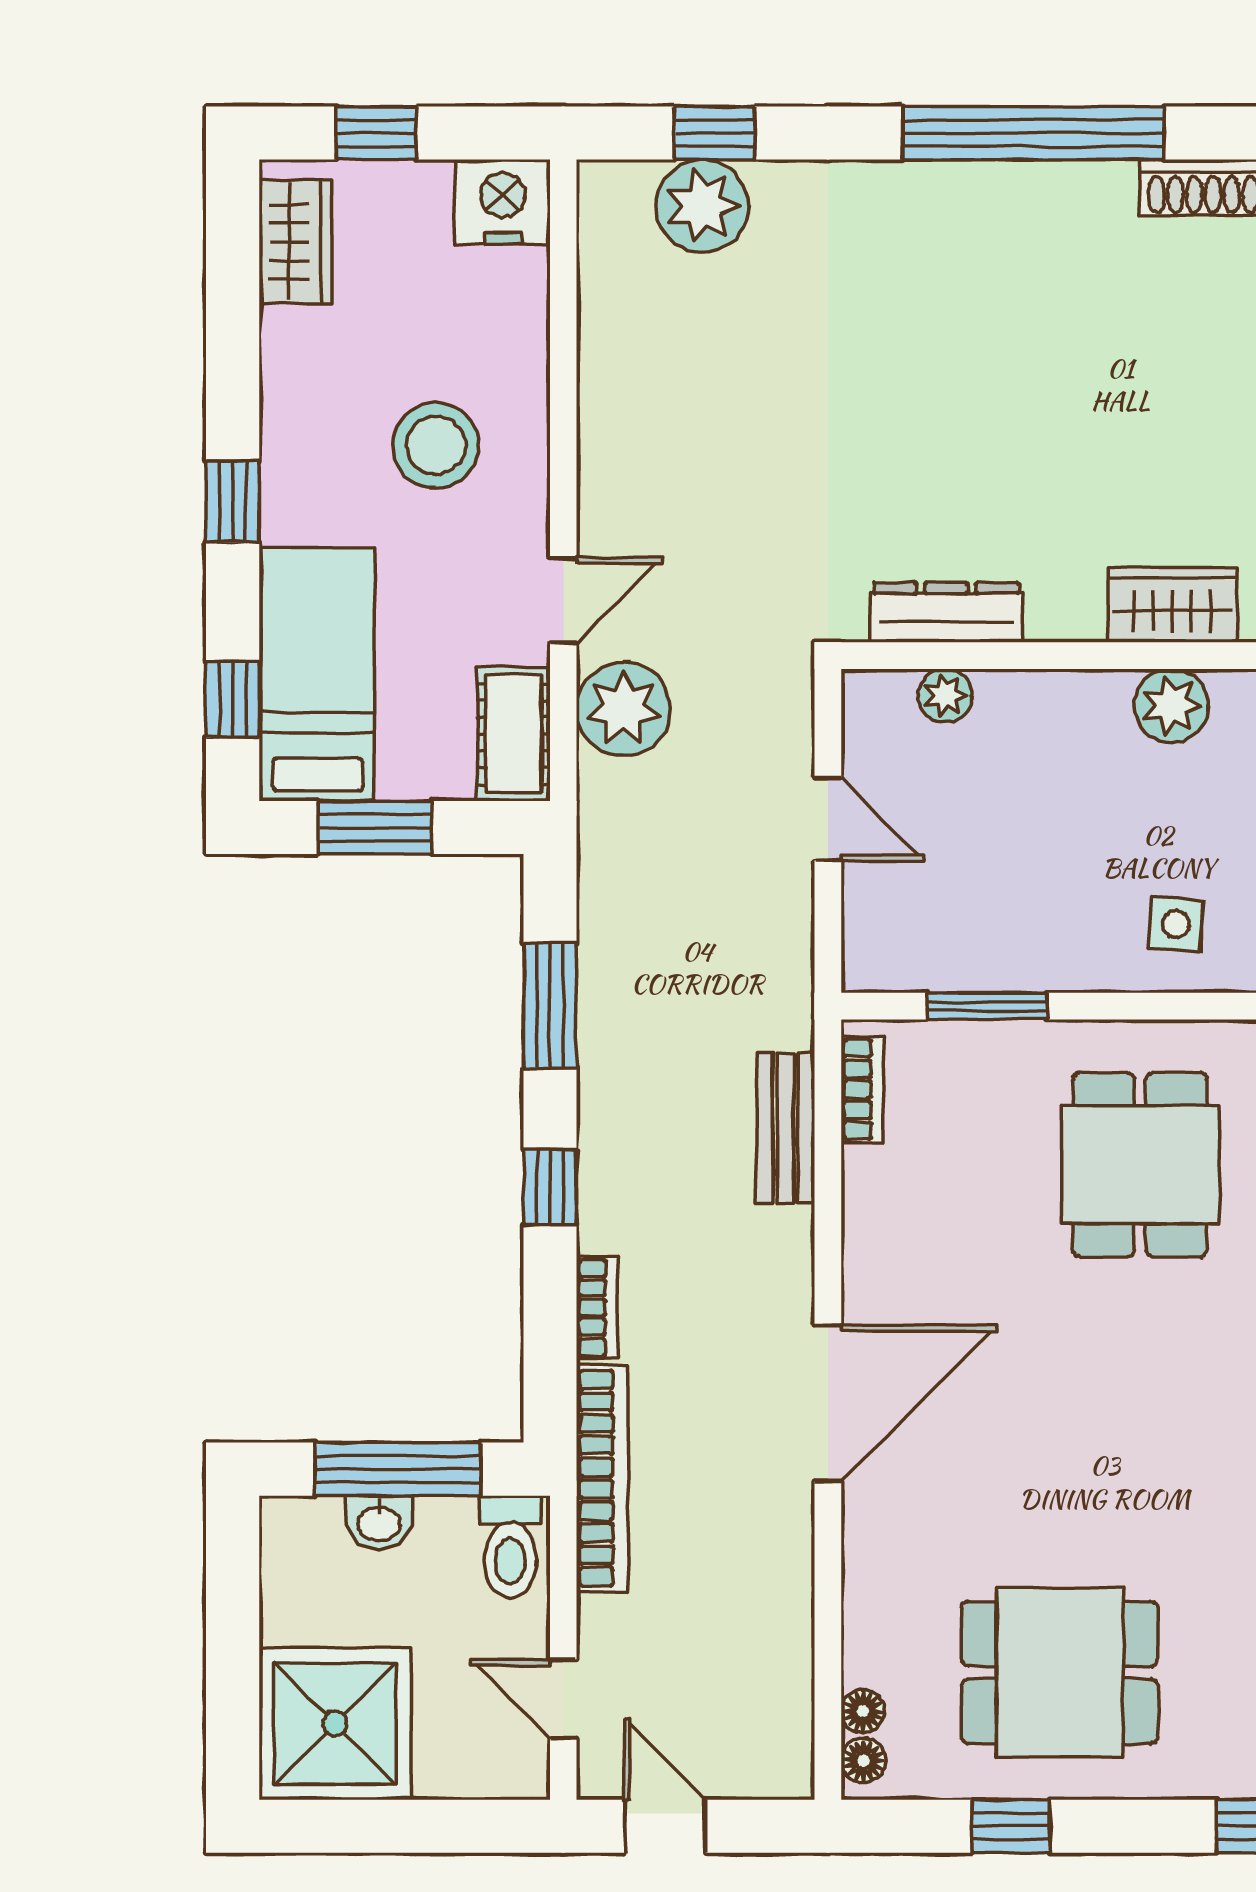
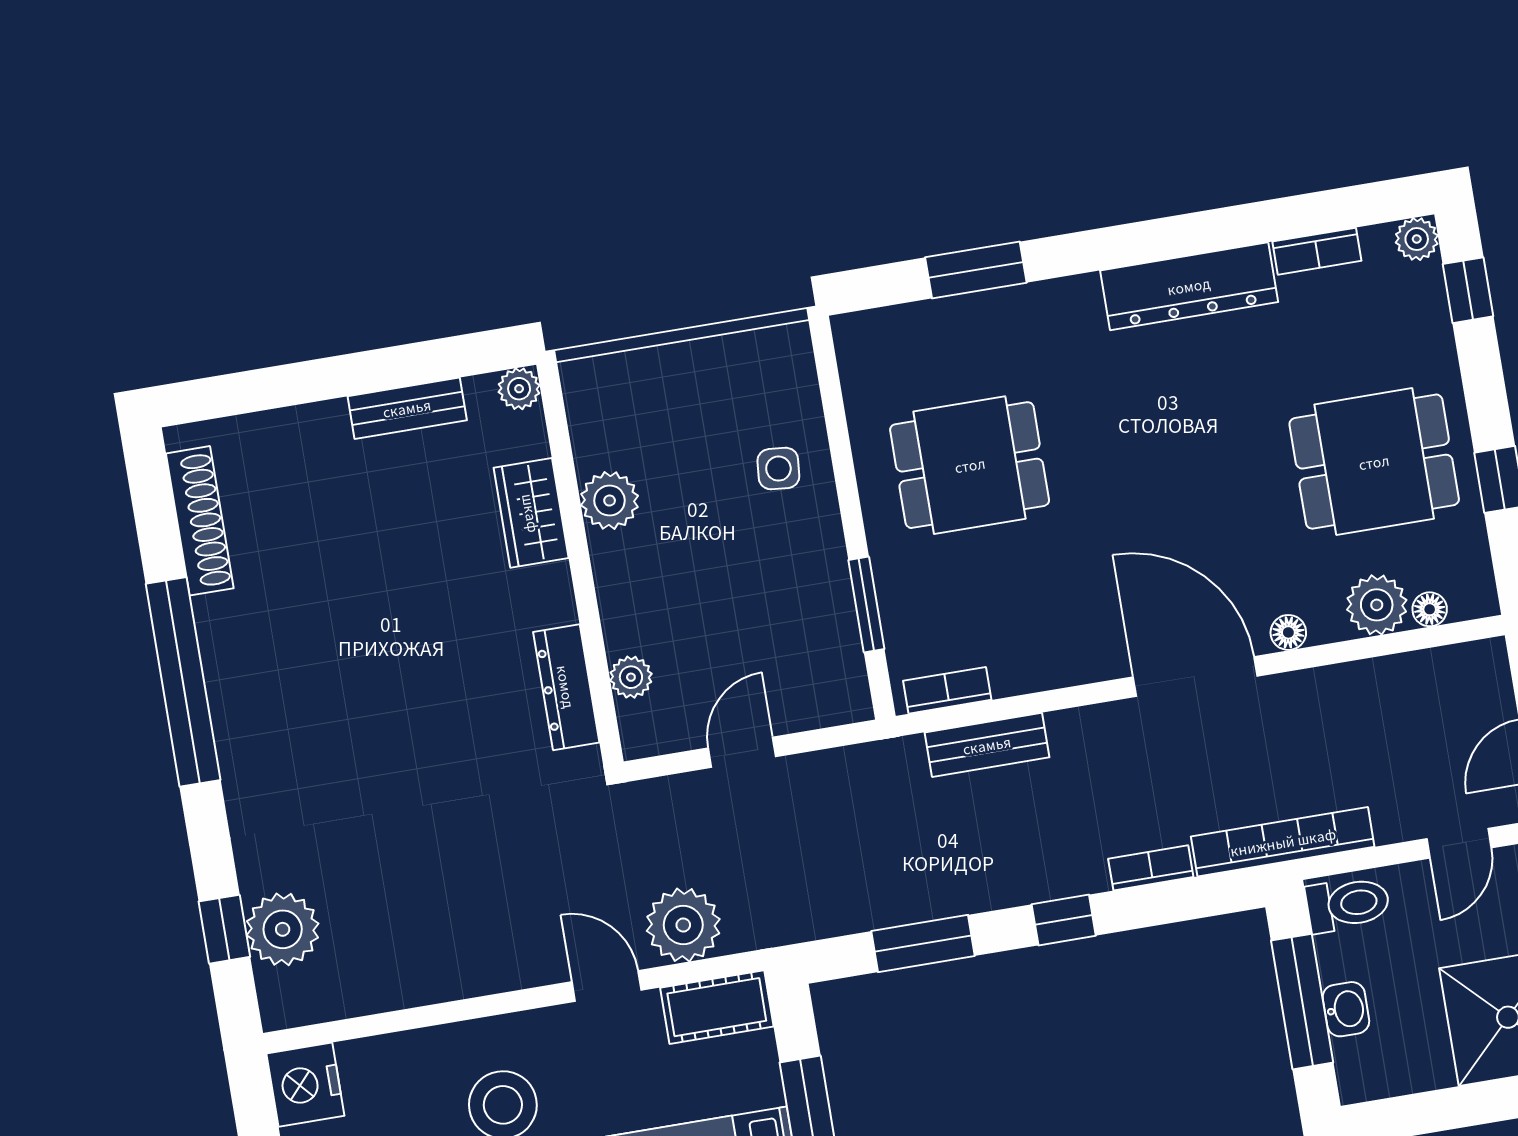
plant: (879, 1646) -> (1377, 605), added
dining table: (1060, 1673) -> (1374, 462), turned 90
floor lamp: (863, 1761) -> (1288, 632), moved

